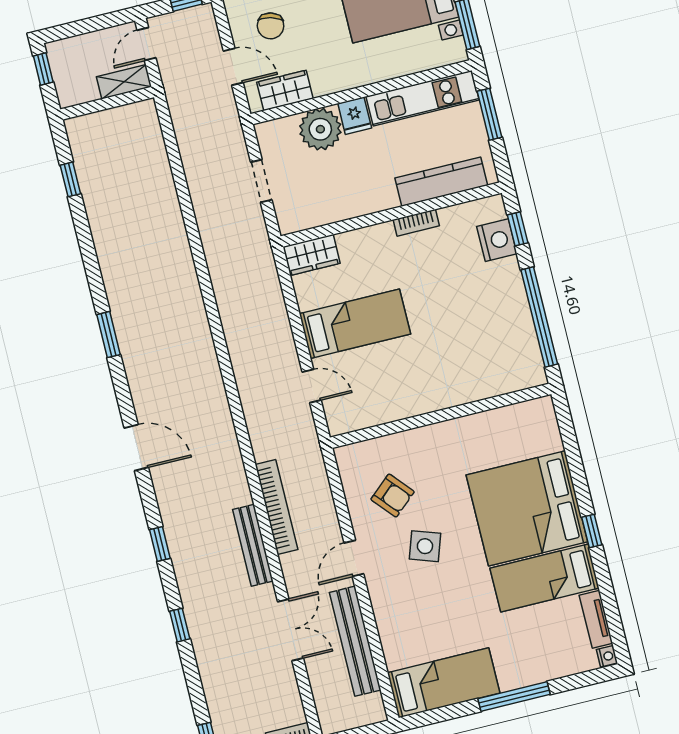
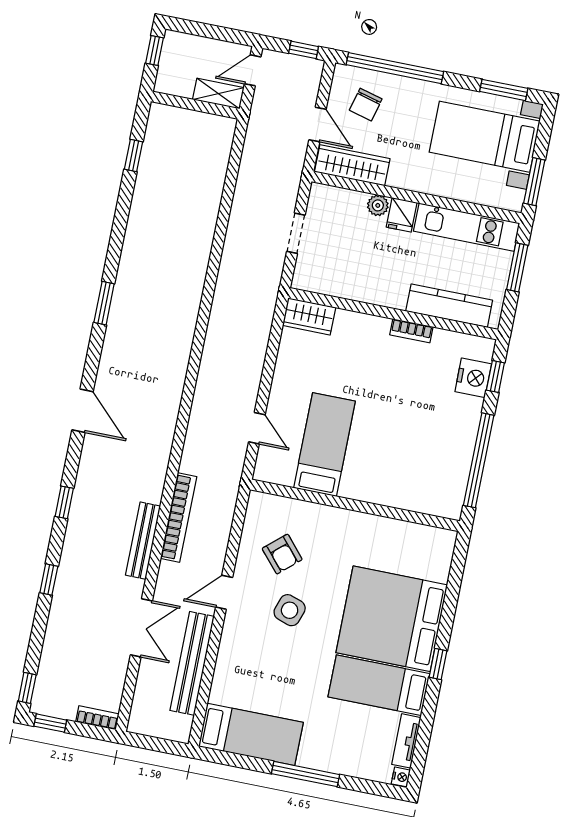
wardrobe: (285, 90) -> (352, 165), width x1.50
plant: (320, 129) -> (378, 205), width x0.53, depth x0.53
bed: (355, 324) -> (324, 445), moved, turned -90

